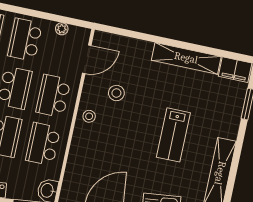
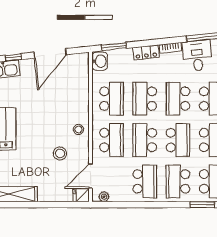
plant: (62, 29) -> (104, 197), moved
fridge: (102, 39) -> (81, 195), added

